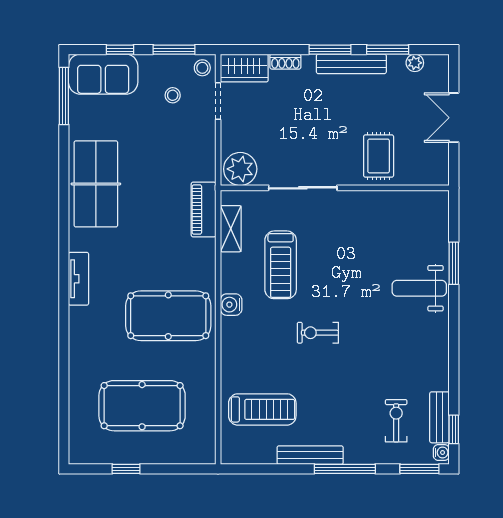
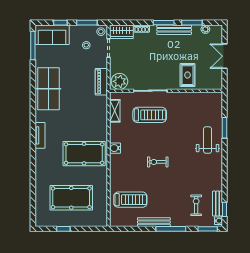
piano: (204, 210) -> (101, 82), moved
treadmill: (281, 265) -> (150, 115), moved, turned -90
weight bench: (419, 288) -> (208, 140), turned 90

